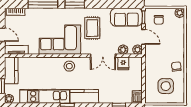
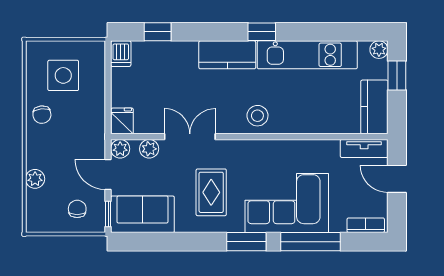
plant: (180, 13) -> (35, 179), moved
corner sofa: (60, 40) -> (287, 203), moved, turned 180
fridge: (123, 63) -> (122, 121), moved

